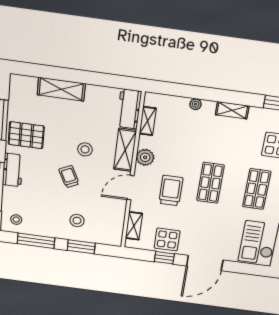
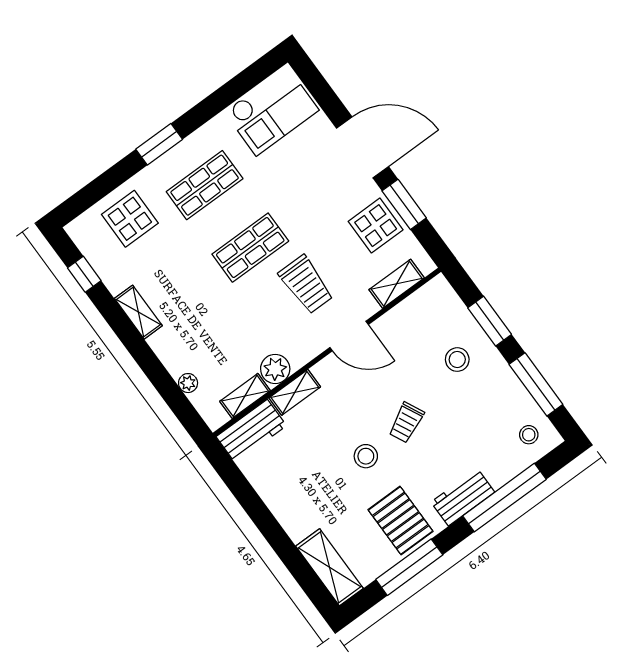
shelving: (61, 89) -> (329, 567), moved
plant: (196, 104) -> (188, 383), moved
stool: (85, 149) -> (366, 456), moved
shelving: (125, 150) -> (295, 392), width x0.67, depth x0.75
plant: (145, 157) -> (275, 369), moved
trolley: (171, 191) -> (306, 284), turned -90
window: (164, 258) -> (404, 204), width x1.50

